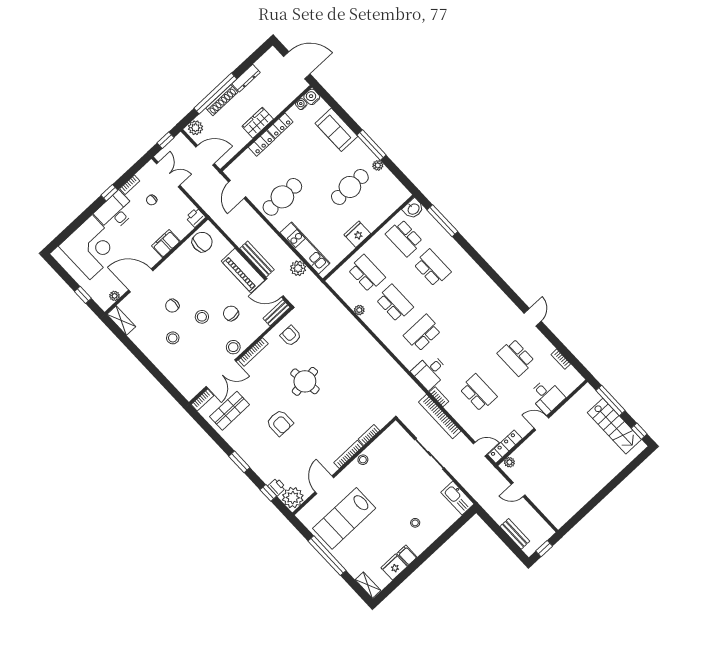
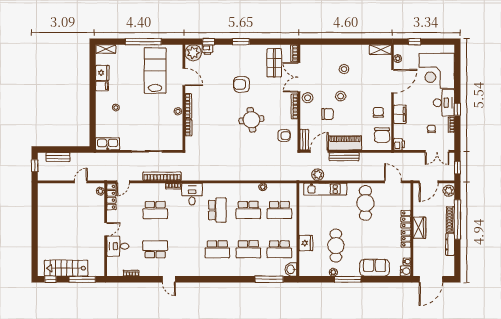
fridge: (357, 234) -> (306, 243), moved
school desk: (404, 238) -> (279, 249), turned 180
school desk: (460, 298) -> (217, 249), added
chair: (172, 306) -> (378, 112), moved

